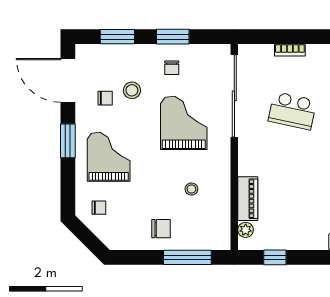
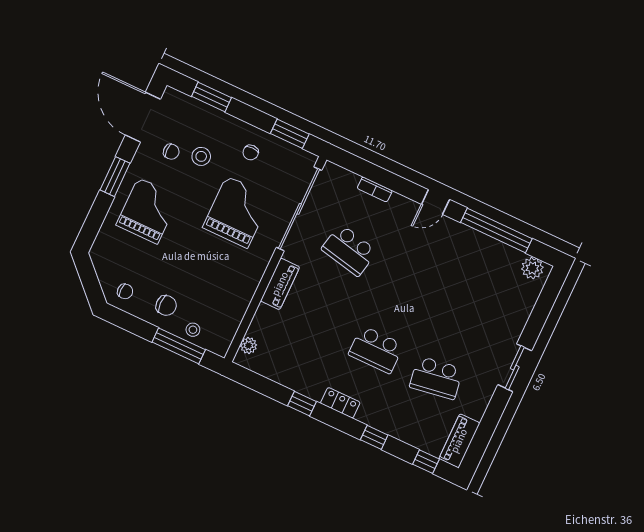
window: (173, 37) -> (290, 134), moved
stool: (191, 189) -> (193, 330), moved
piano: (248, 199) -> (280, 284), moved
chair: (99, 208) -> (125, 291), moved
window: (275, 257) -> (302, 404), moved

